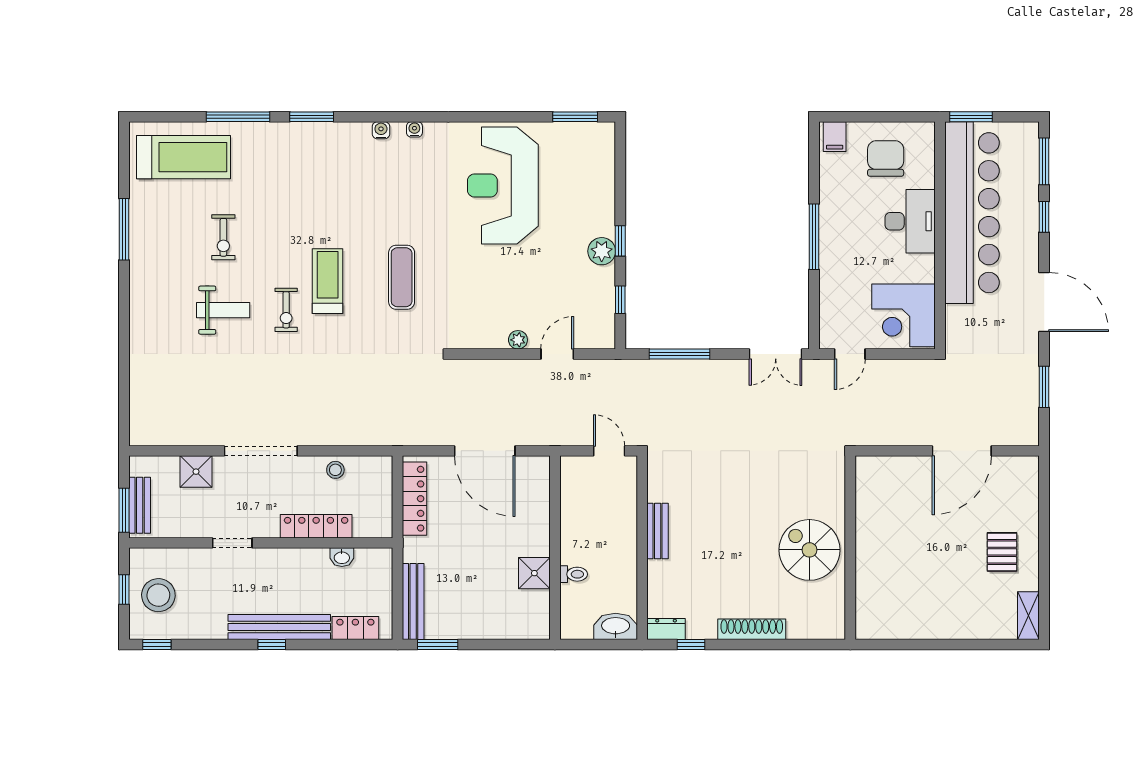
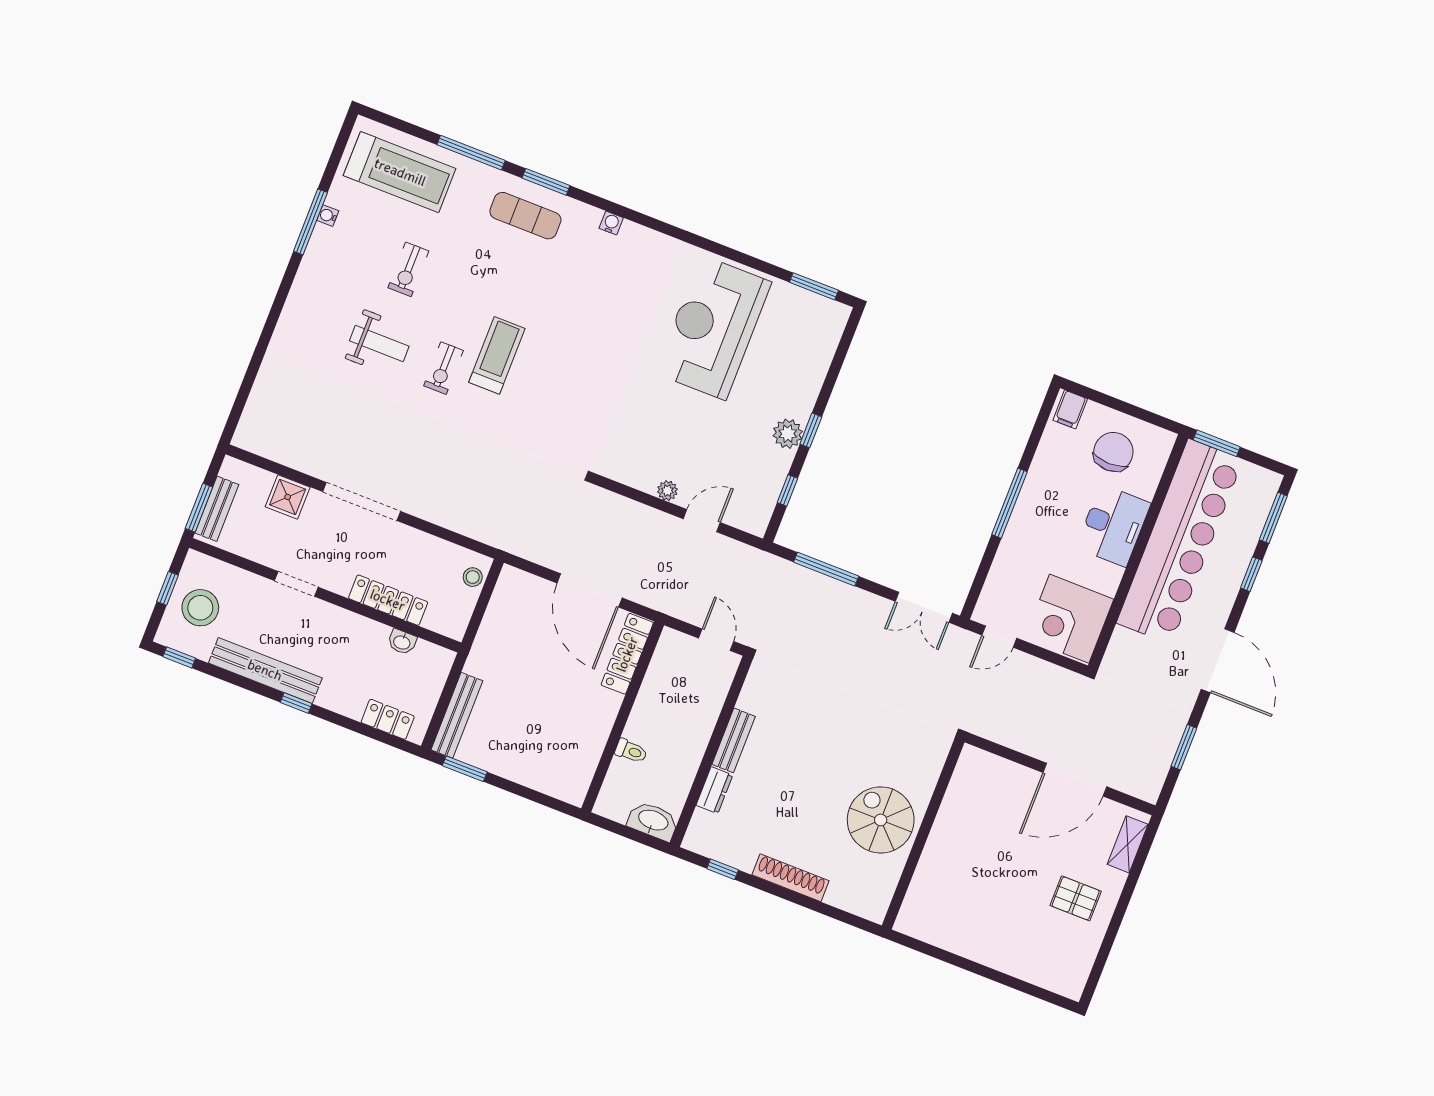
water cooler: (414, 129) -> (328, 216), moved, turned -90
exercise mat: (402, 277) -> (525, 216), moved, turned 90
stool: (335, 470) -> (473, 577), moved
locker: (415, 499) -> (627, 654), moved, turned 180
pallet: (1002, 552) -> (1076, 898), turned 90
shower: (534, 573) -> (592, 735), removed
shelving: (1028, 616) -> (1128, 844), moved
bench: (279, 627) -> (265, 670), moved
dresser: (666, 629) -> (714, 790), moved, turned 90

